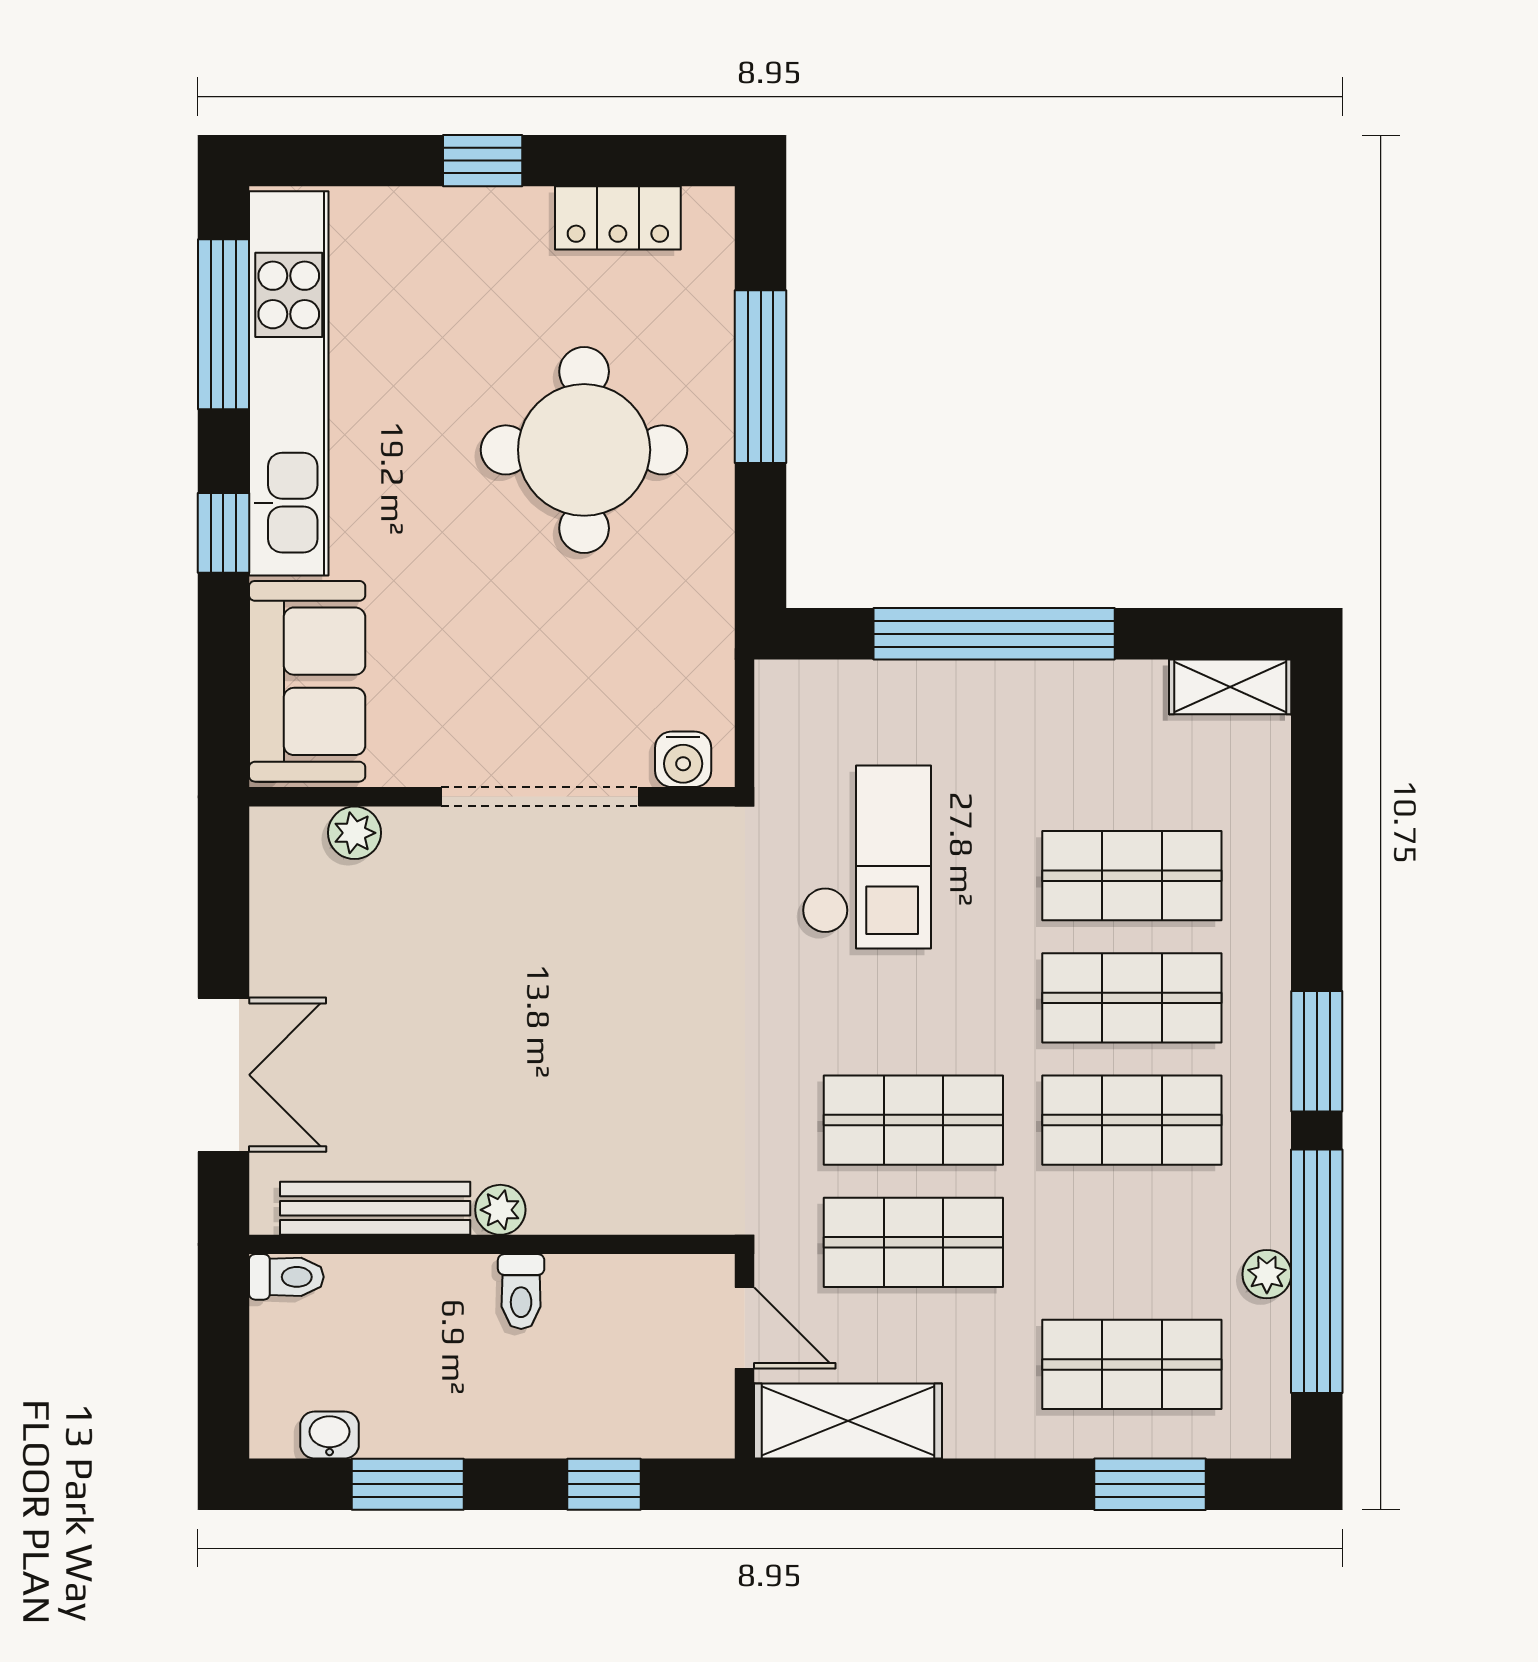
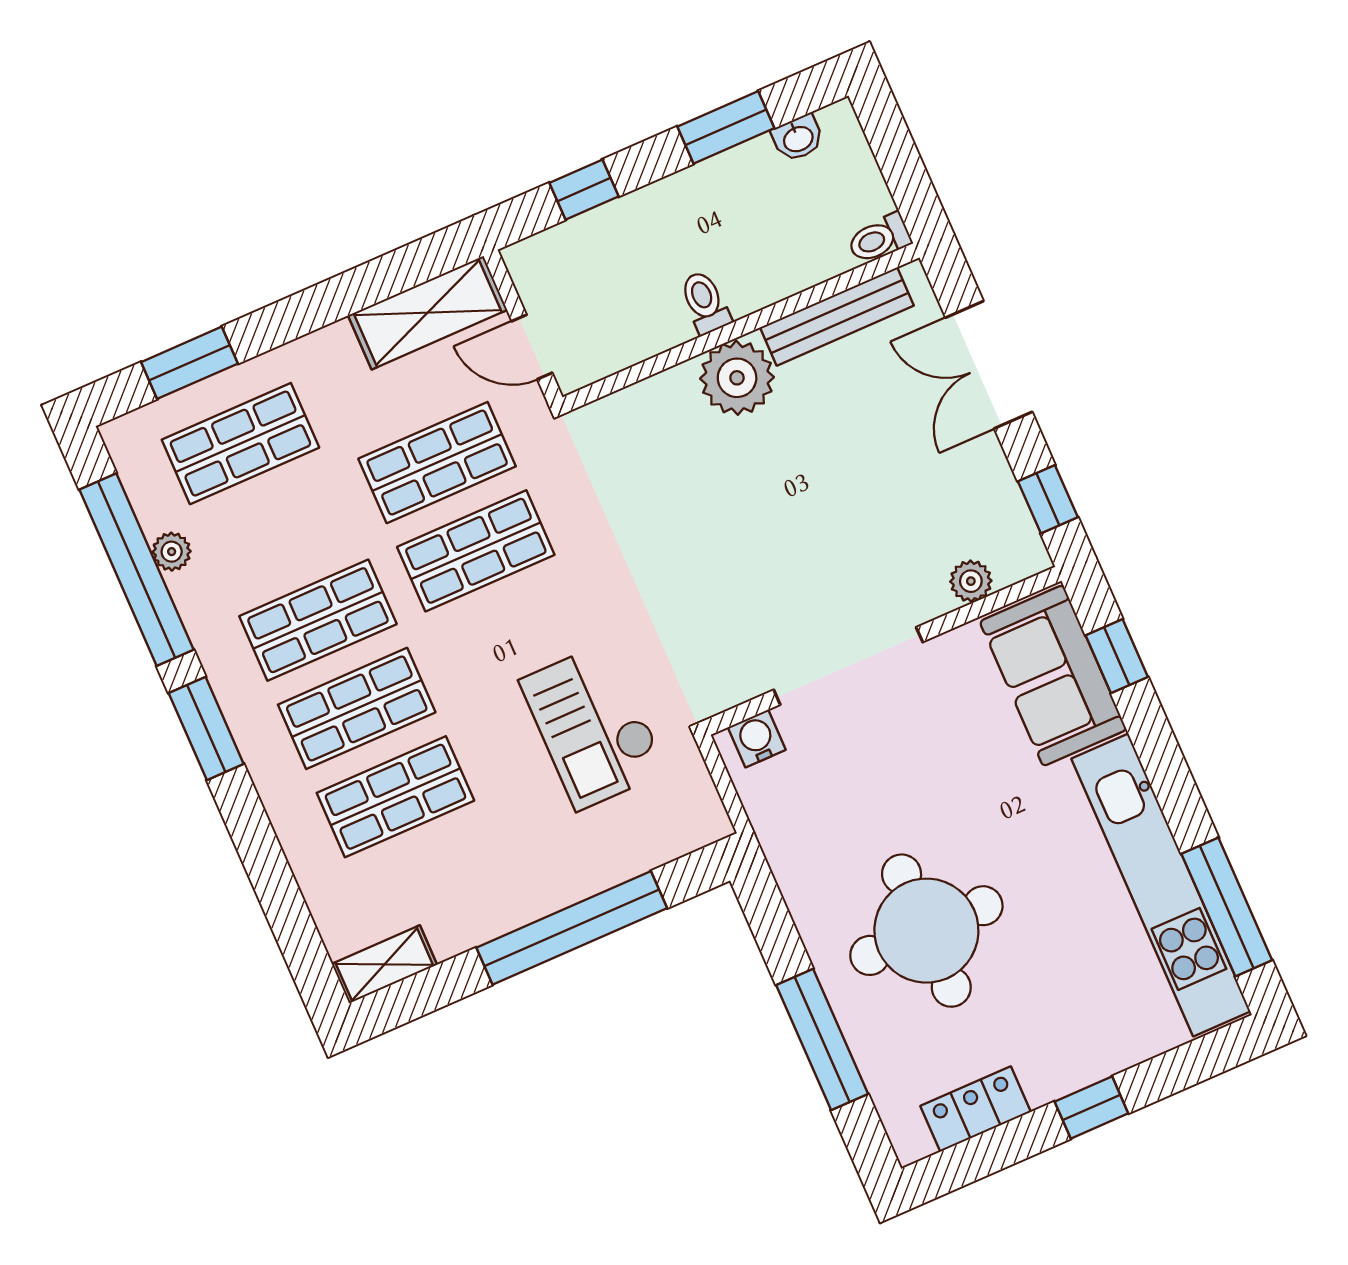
window: (223, 533) -> (1117, 656), moved
window: (223, 889) -> (1048, 499), added
plant: (500, 1210) -> (737, 378), width x1.88, depth x1.88

